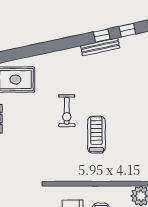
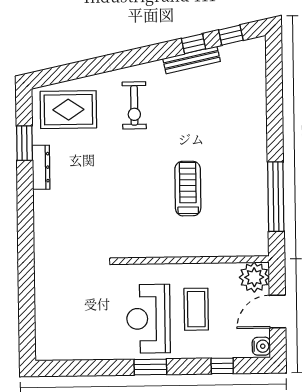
exercise bike: (67, 111) -> (134, 105), moved

